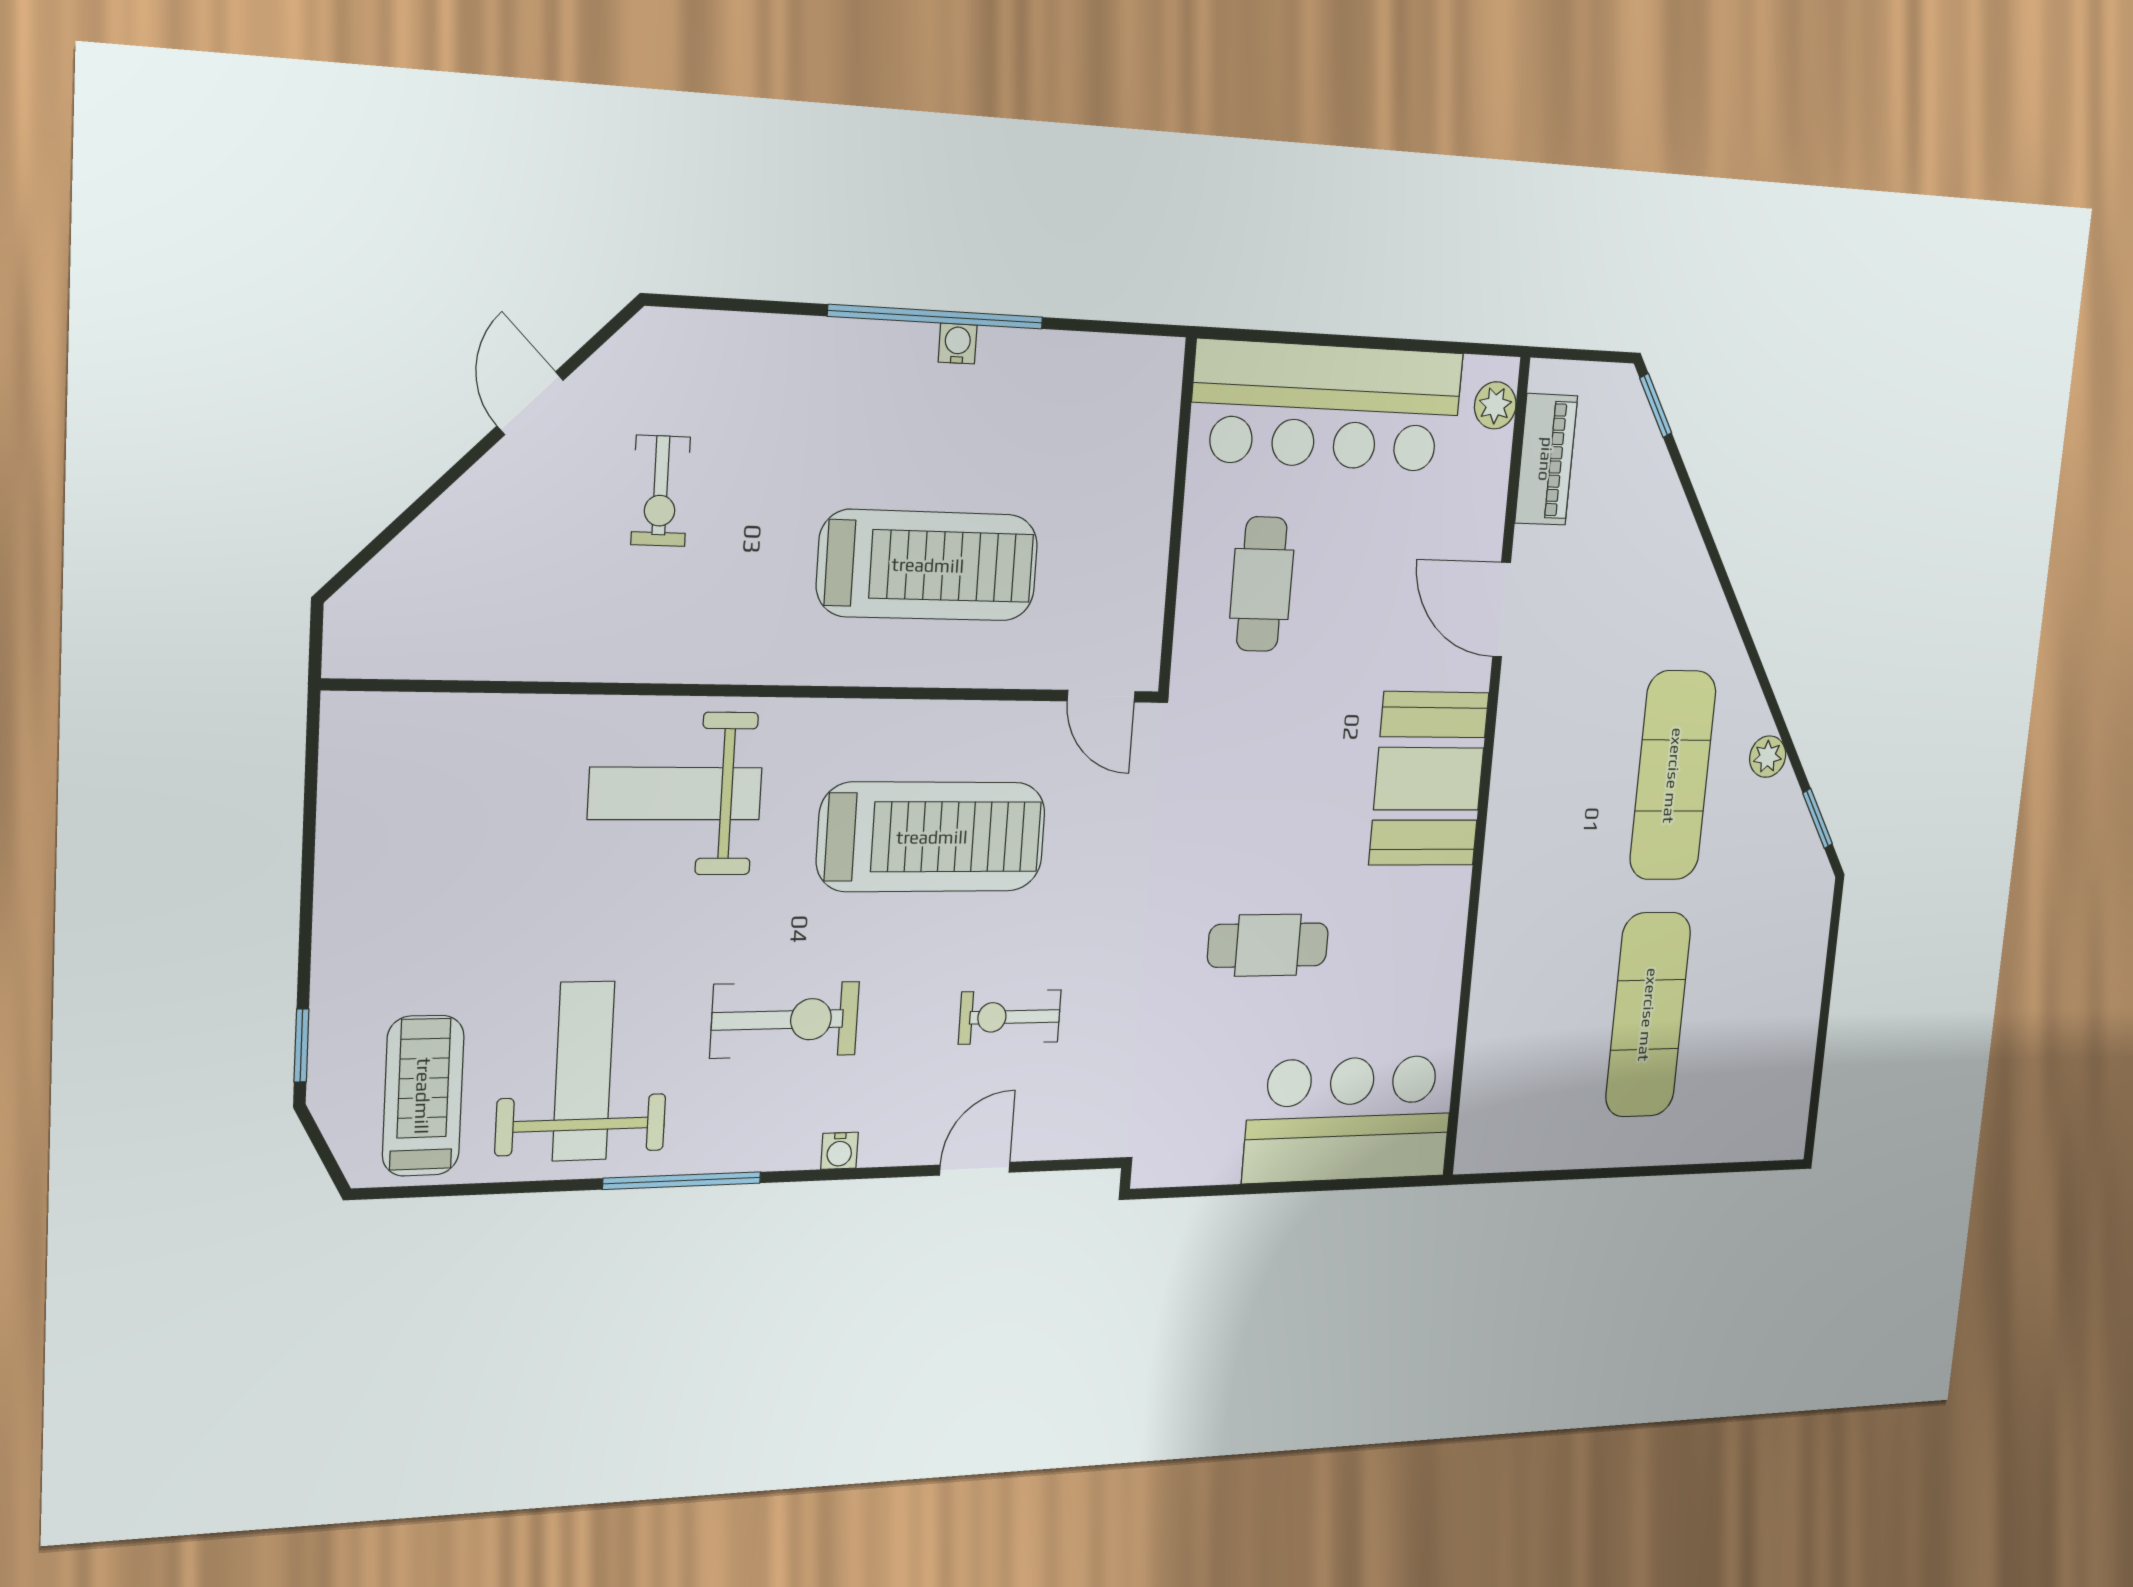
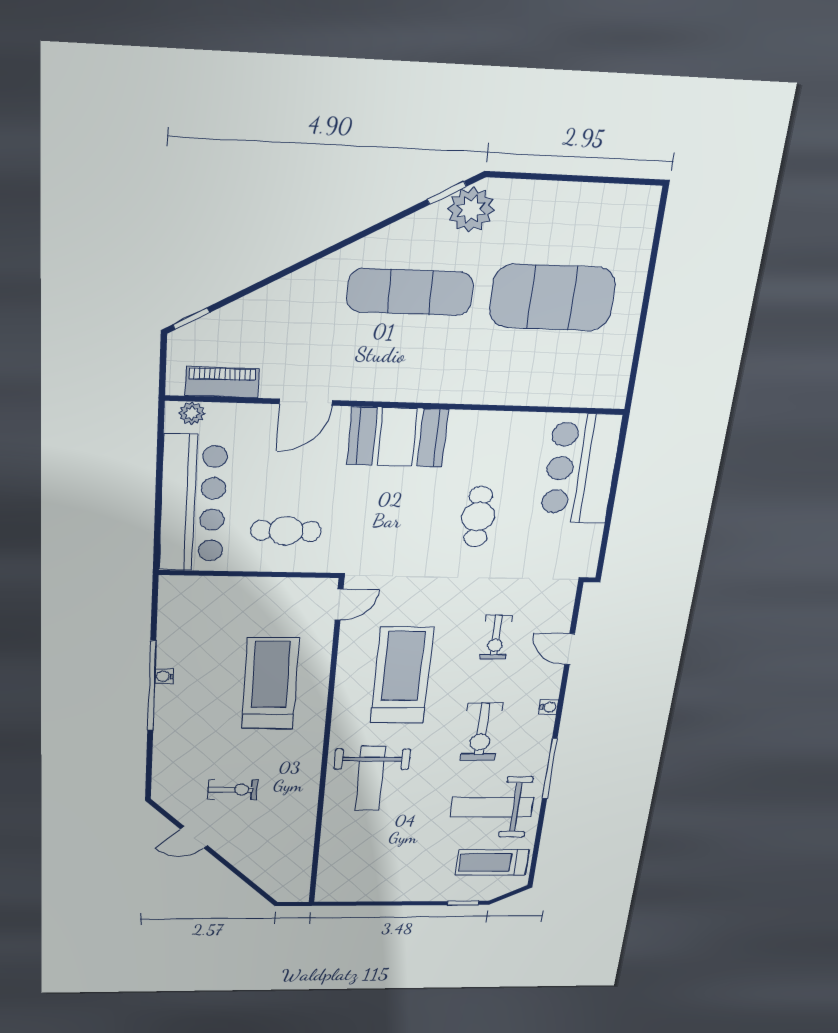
plant: (1768, 757) -> (471, 210), moved, width x1.87, depth x1.87
exercise mat: (1648, 1015) -> (552, 297), width x1.47
exercise bike: (785, 1020) -> (481, 732), turned 180

